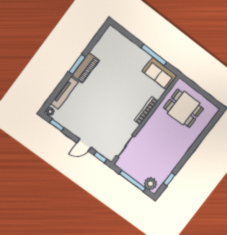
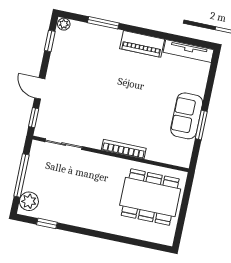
window: (154, 55) -> (201, 125), width x0.69
window: (77, 64) -> (103, 23), moved
sofa: (160, 74) -> (187, 116), moved
tv unit: (64, 93) -> (188, 51), moved
dining table: (183, 108) -> (150, 197), width x1.38

